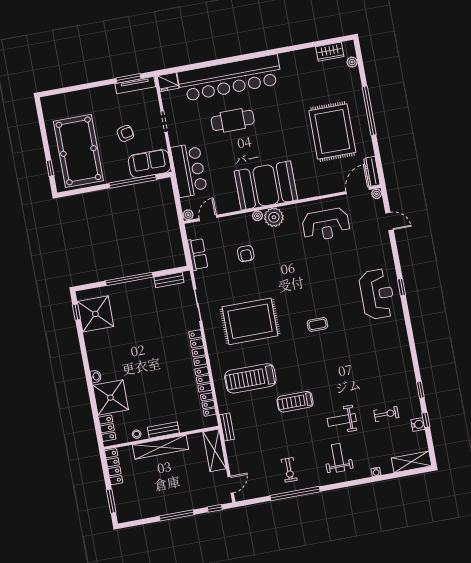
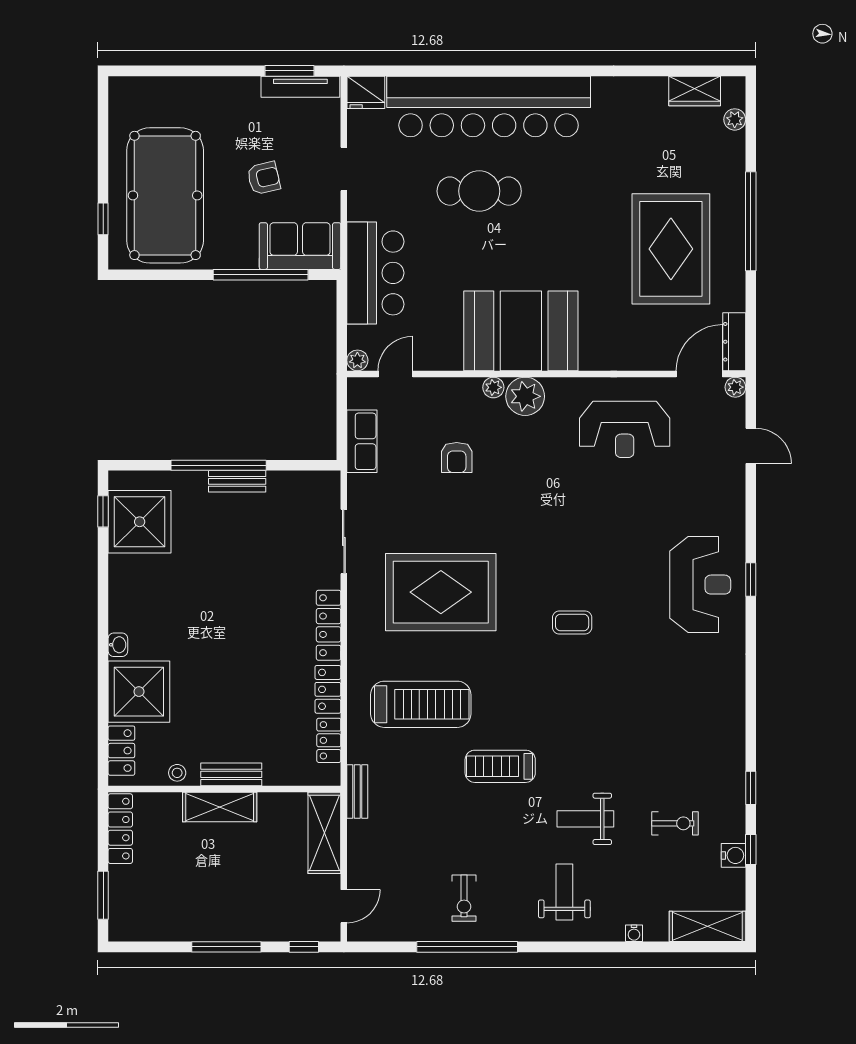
bench: (169, 280) -> (237, 481), moved
treadmill: (250, 378) -> (421, 704), turned 180
shelving: (161, 447) -> (220, 807), width x0.68

